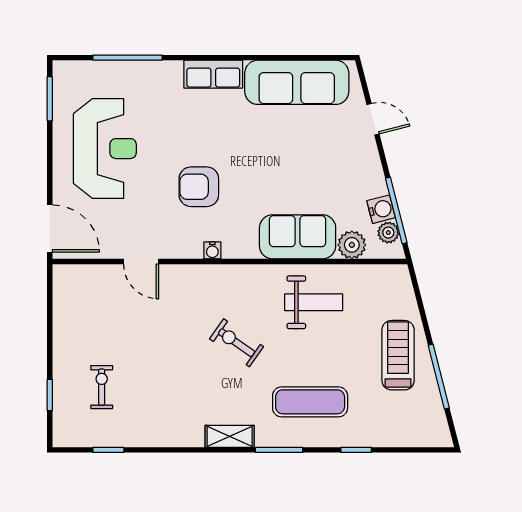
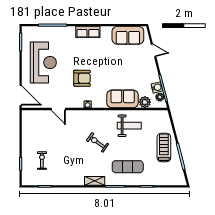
sofa: (297, 82) -> (128, 35), width x0.73
armchair: (199, 187) -> (82, 78), turned 180

